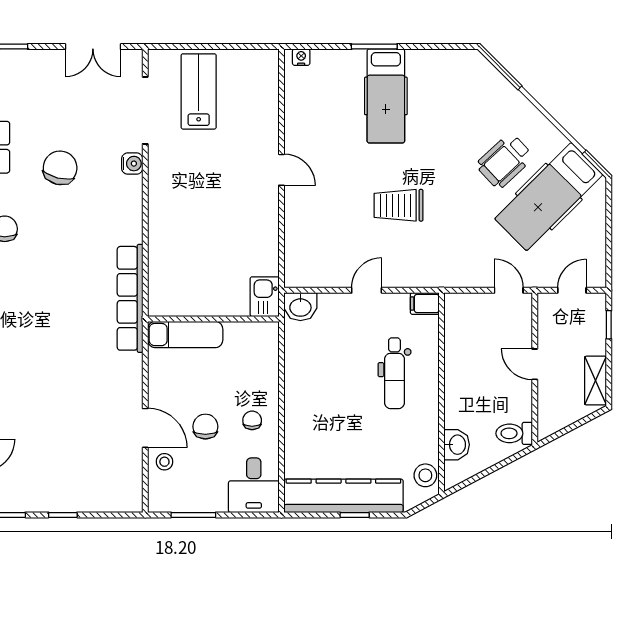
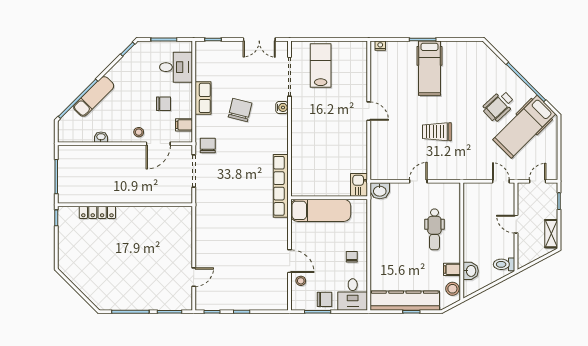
filing cabinet: (425, 303) -> (452, 269), moved
exam couch: (185, 335) -> (321, 210), width x1.36, depth x1.45
chair: (205, 427) -> (324, 299), moved, turned 90

